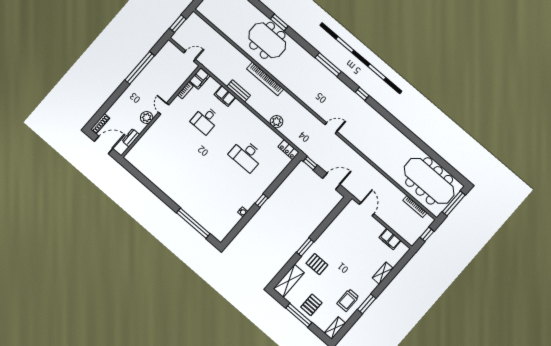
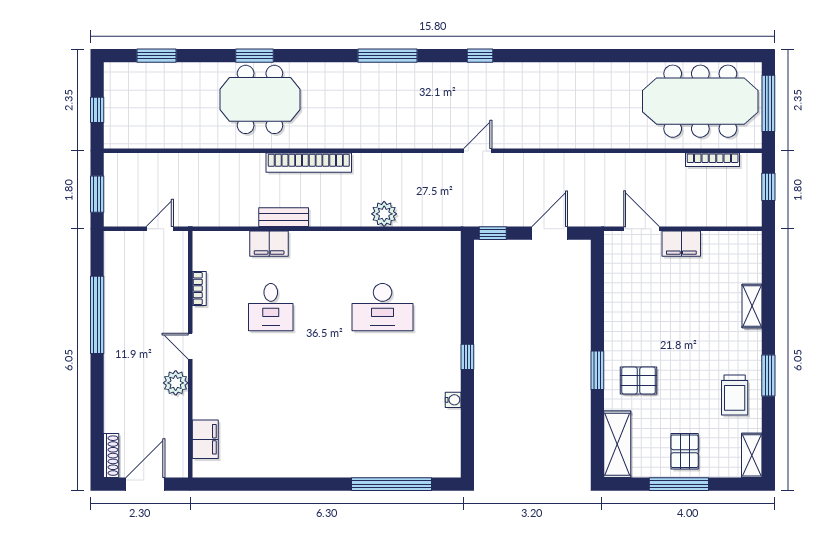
filing cabinet: (199, 78) -> (205, 439), moved
dresser: (131, 138) -> (178, 436), removed
locker: (289, 150) -> (441, 241), removed
filing cabinet: (390, 239) -> (681, 244), moved

